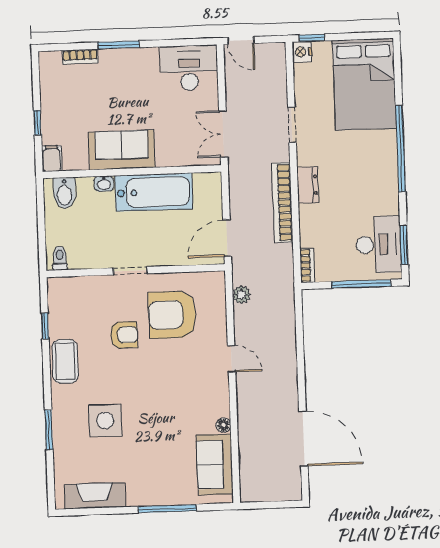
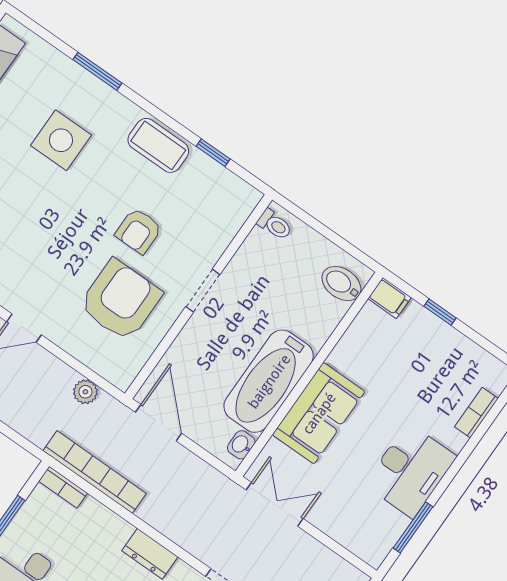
window: (119, 45) -> (413, 527), moved
desk: (189, 68) -> (410, 470), moved
sofa: (122, 150) -> (319, 413), moved
washbasin: (104, 184) -> (241, 445), moved
bookcase: (282, 203) -> (95, 472), moved

